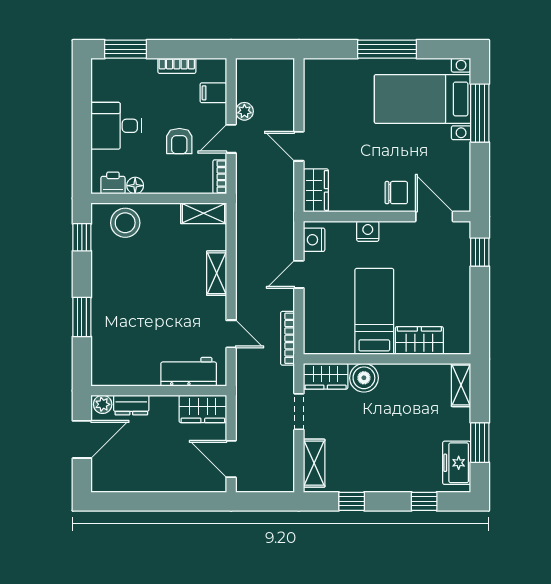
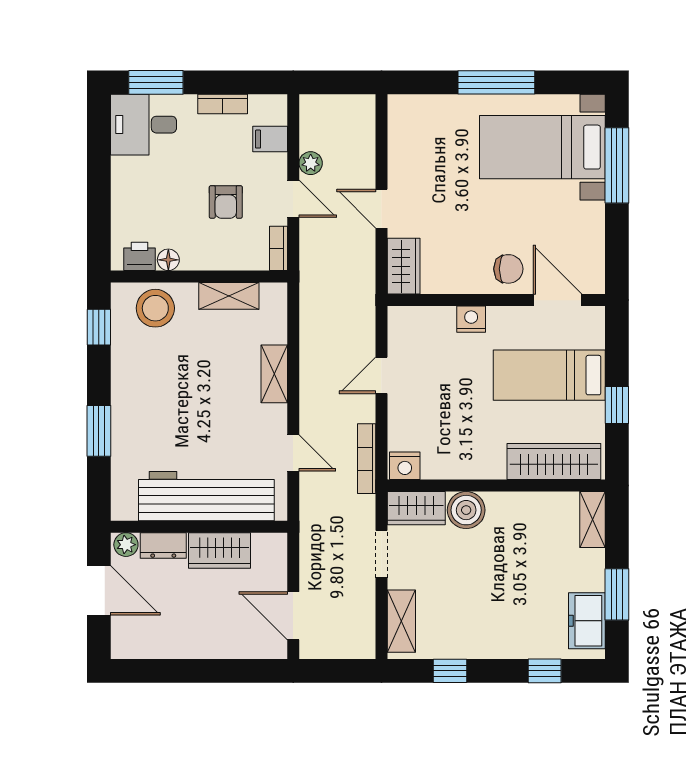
desk: (116, 126) -> (144, 125), moved
door: (231, 139) -> (293, 199), swing flipped
shelving: (204, 213) -> (229, 296), moved
nightstand: (314, 240) -> (405, 466), moved, turned -90
window: (480, 252) -> (617, 405), moved
bed: (374, 311) -> (549, 375), moved, turned -90
wardrobe: (419, 341) -> (554, 462), width x1.50
workbench: (189, 372) -> (206, 496), width x1.88, depth x1.32
wardrobe: (203, 409) -> (219, 551), moved
door: (82, 439) -> (99, 590), hinge flipped

